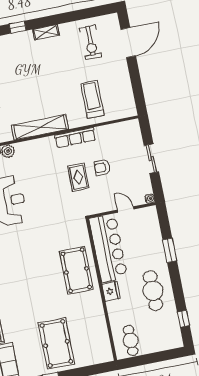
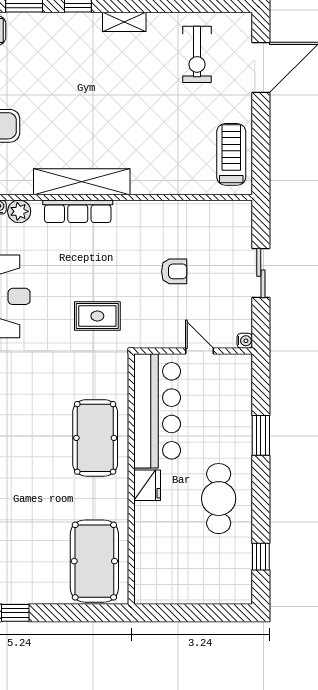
treadmill: (92, 99) -> (231, 154), moved
row of seats: (75, 138) -> (78, 211), moved
armchair: (102, 167) -> (174, 271), turned 180
rug: (78, 177) -> (97, 316), moved, turned 90
cafe table: (131, 340) -> (164, 576), removed
pool table: (56, 343) -> (94, 561), moved

